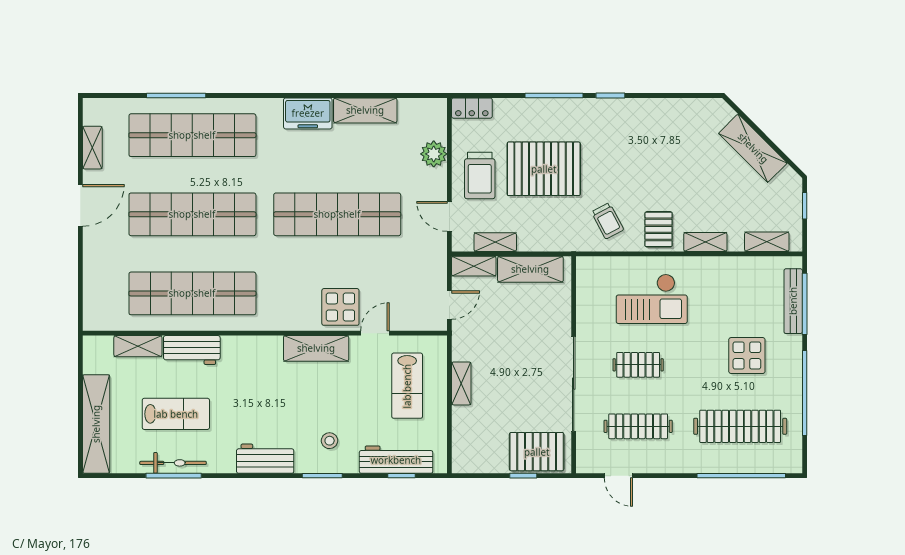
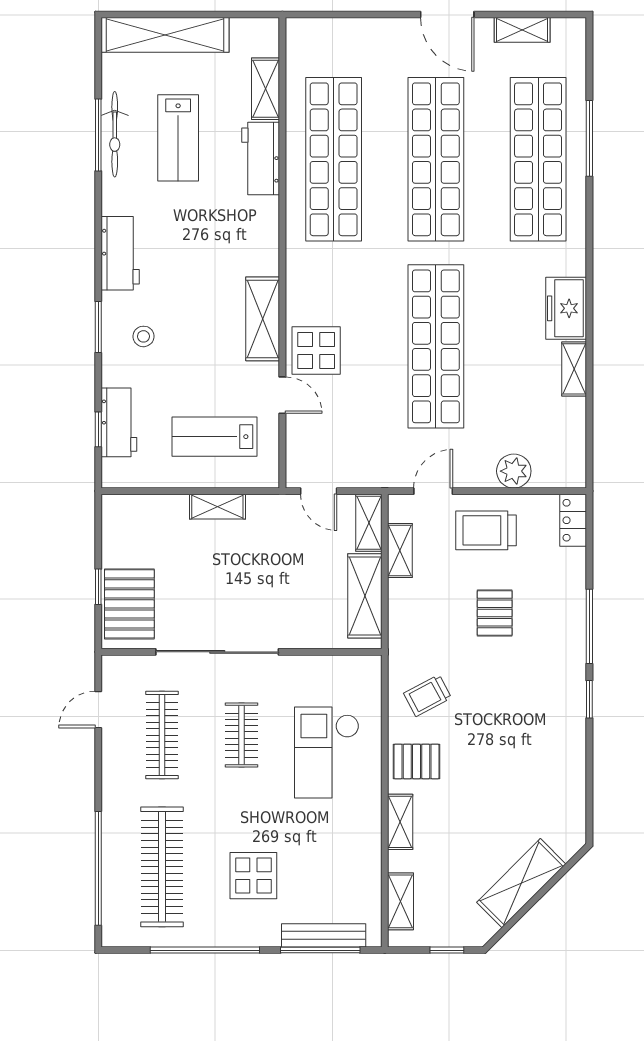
shelving: (365, 110) -> (574, 369), width x0.67, depth x0.75
pallet: (544, 169) -> (495, 613), width x0.49, depth x0.50
workbench: (396, 460) -> (119, 422), width x0.73

